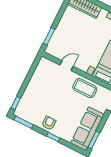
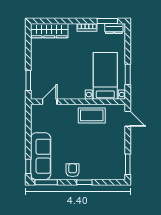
door: (66, 66) -> (50, 102), moved
sofa: (87, 129) -> (41, 156), moved, turned 180

